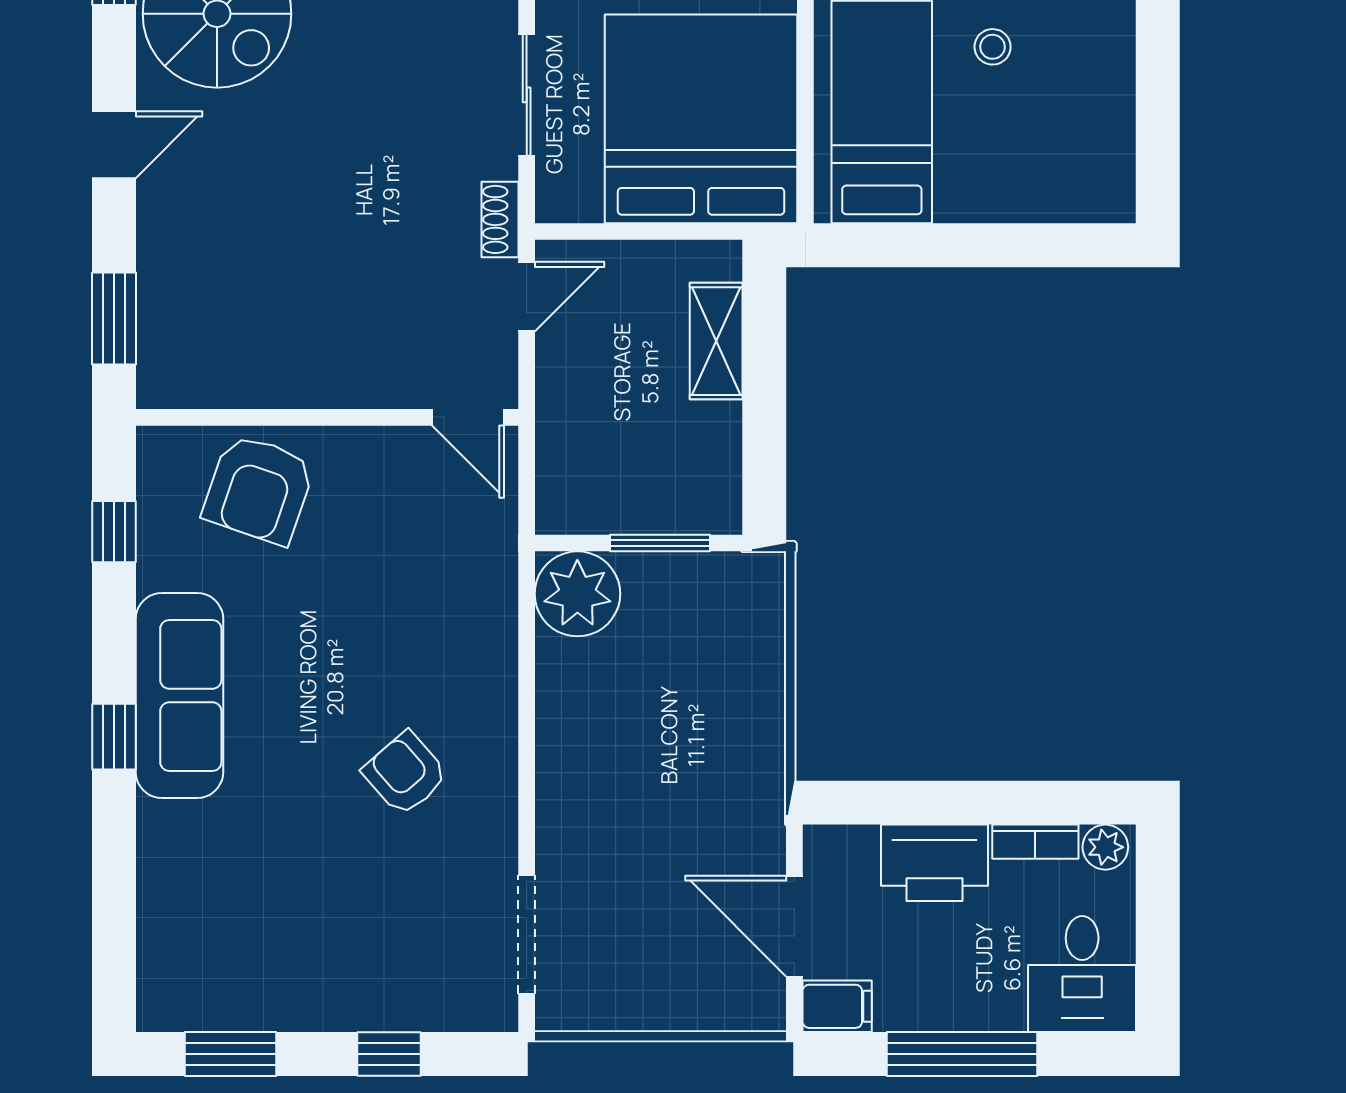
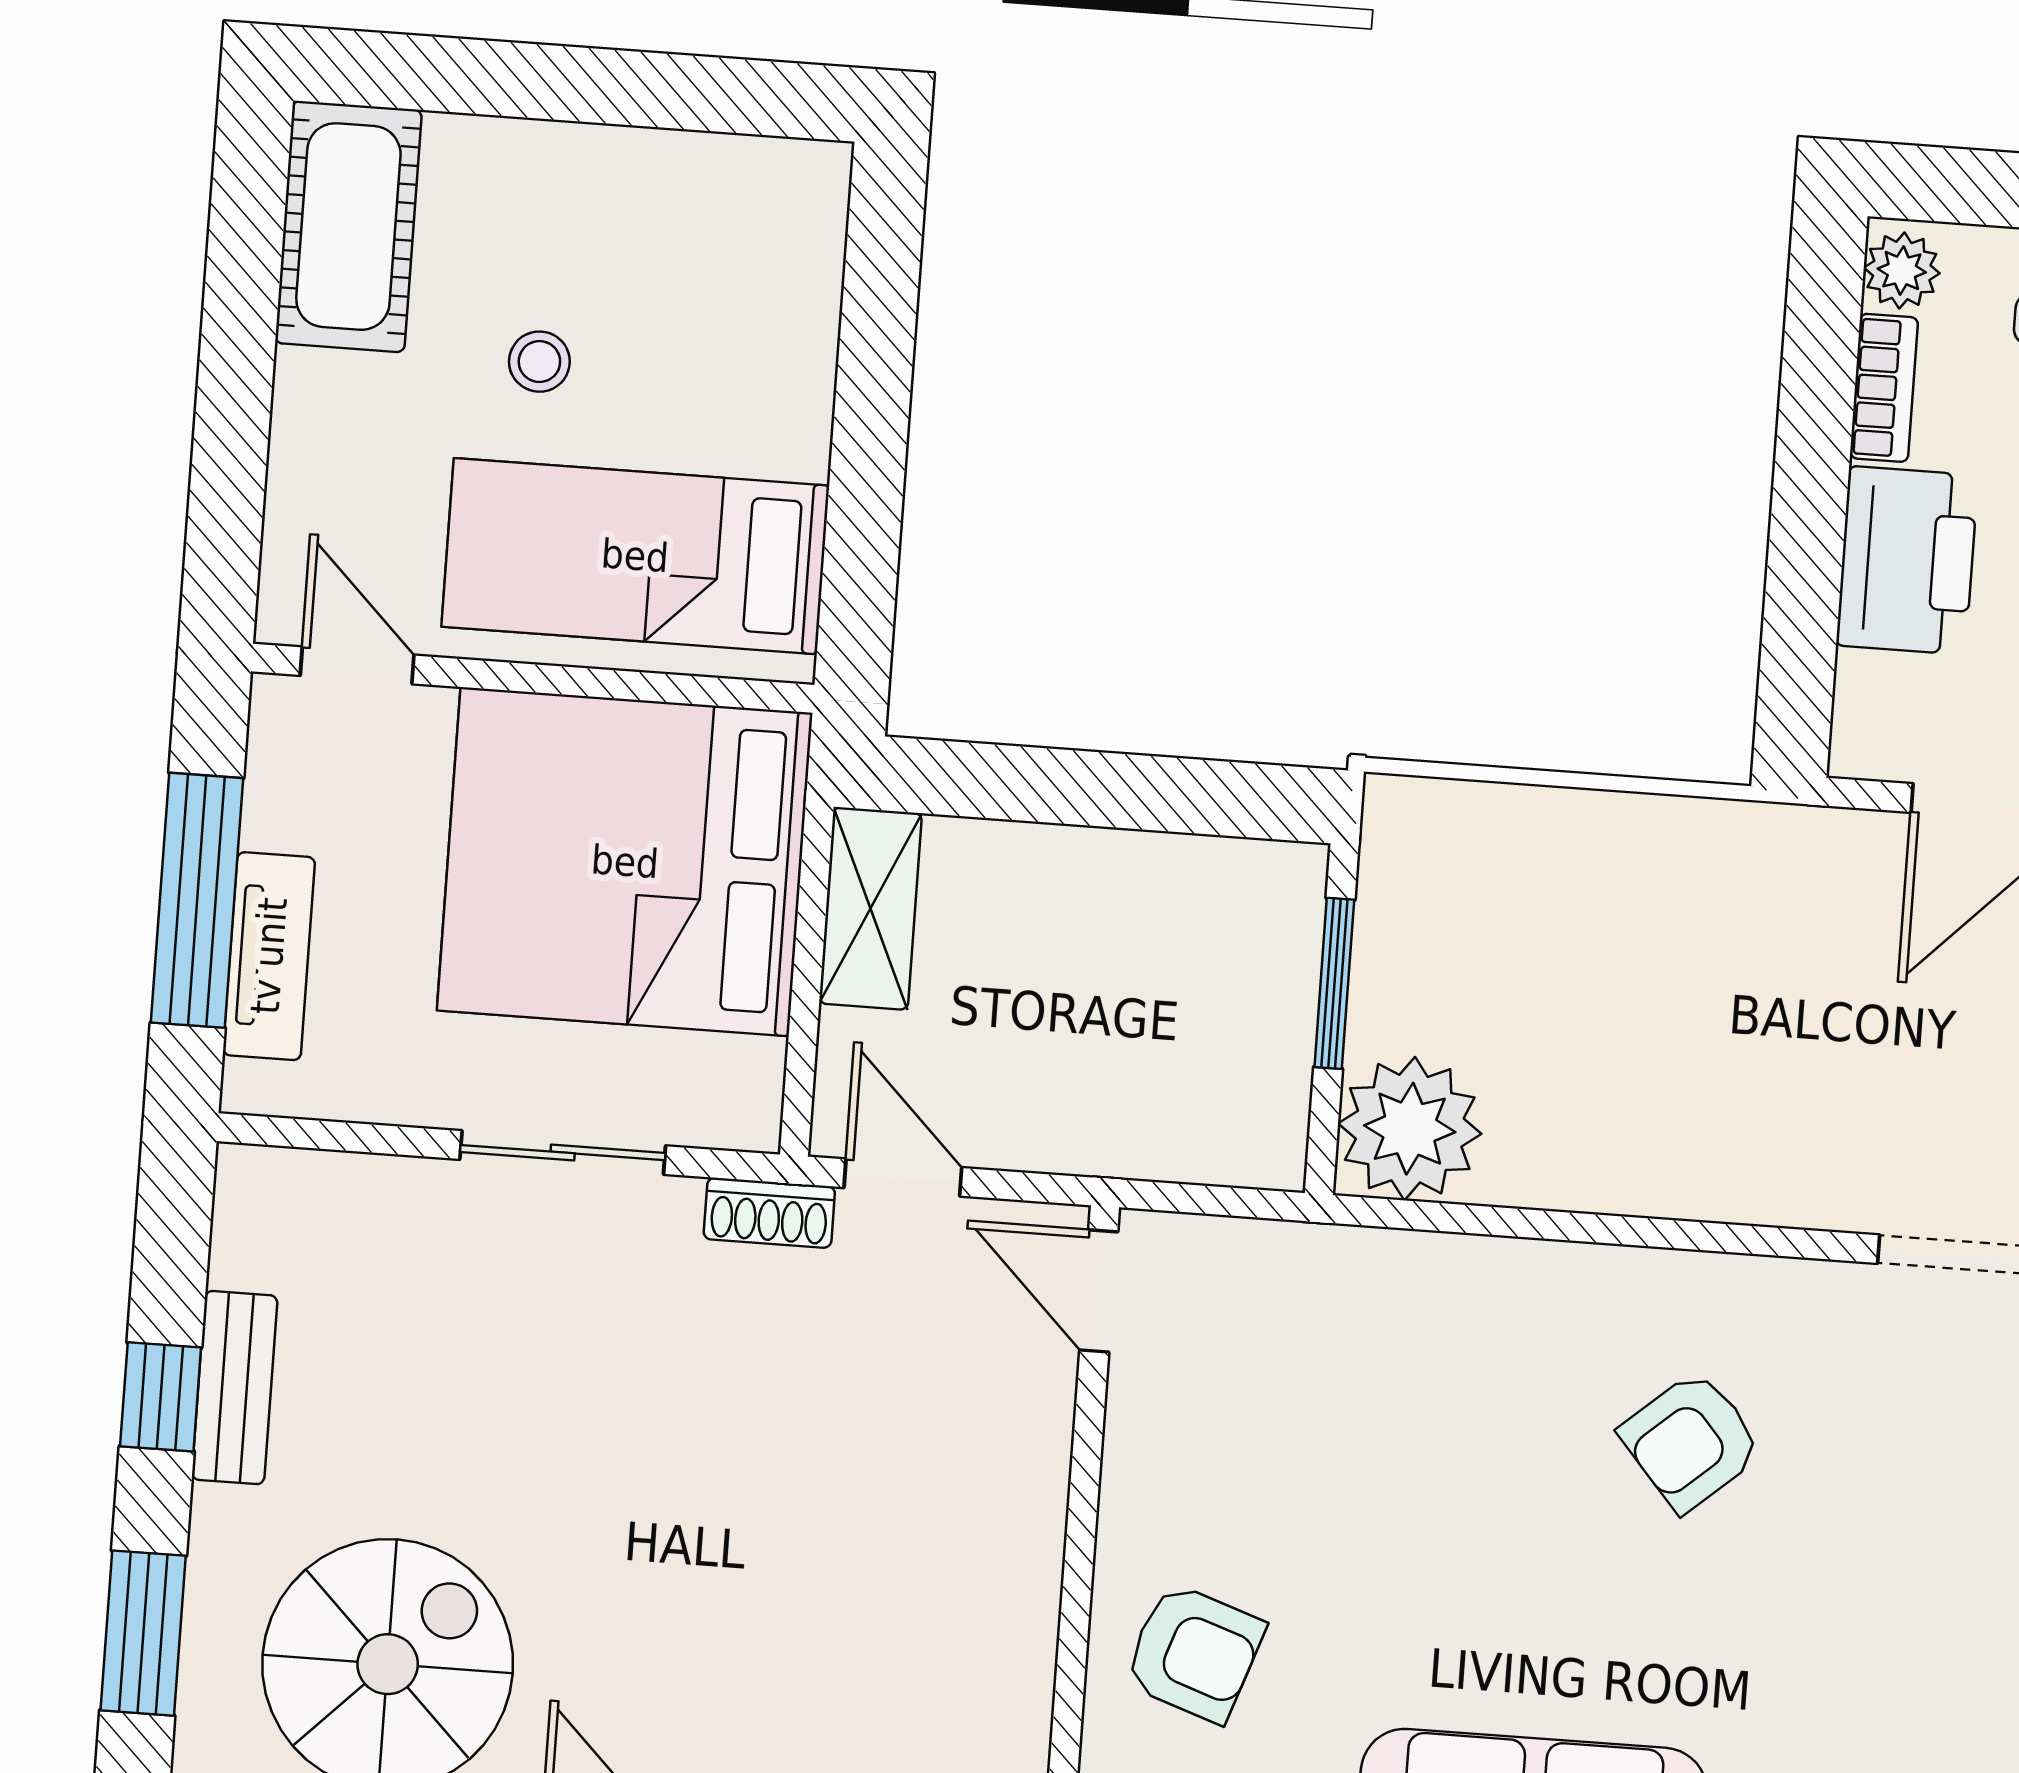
shelving: (716, 341) -> (871, 908), moved, turned 90
door: (468, 417) -> (1099, 1291), swing flipped
armchair: (259, 489) -> (1194, 1653), width x0.72, depth x0.72

